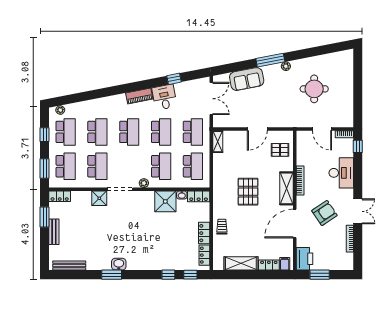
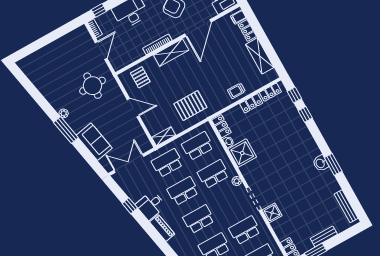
round table: (314, 89) -> (93, 86), moved
pallet: (248, 192) -> (190, 106), moved
door: (295, 223) -> (198, 28), hinge flipped

